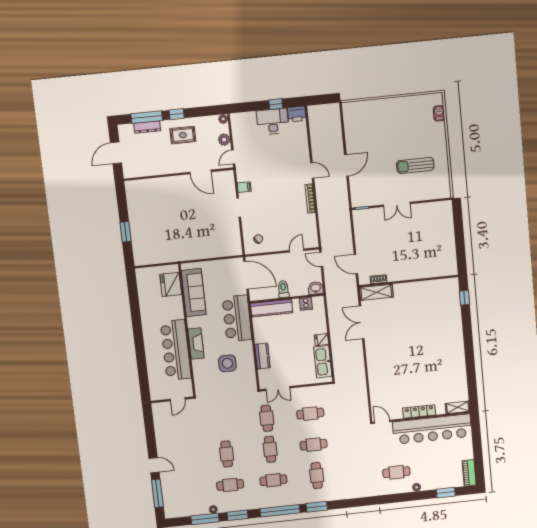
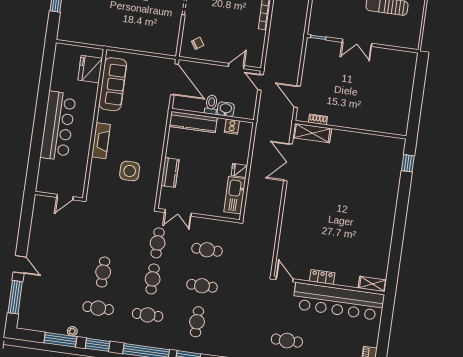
washbasin: (316, 288) -> (226, 109), moved
bar counter: (237, 318) -> (153, 124), removed
bar counter: (176, 350) -> (58, 126), moved, turned 180
locker: (419, 412) -> (322, 277), width x0.66

